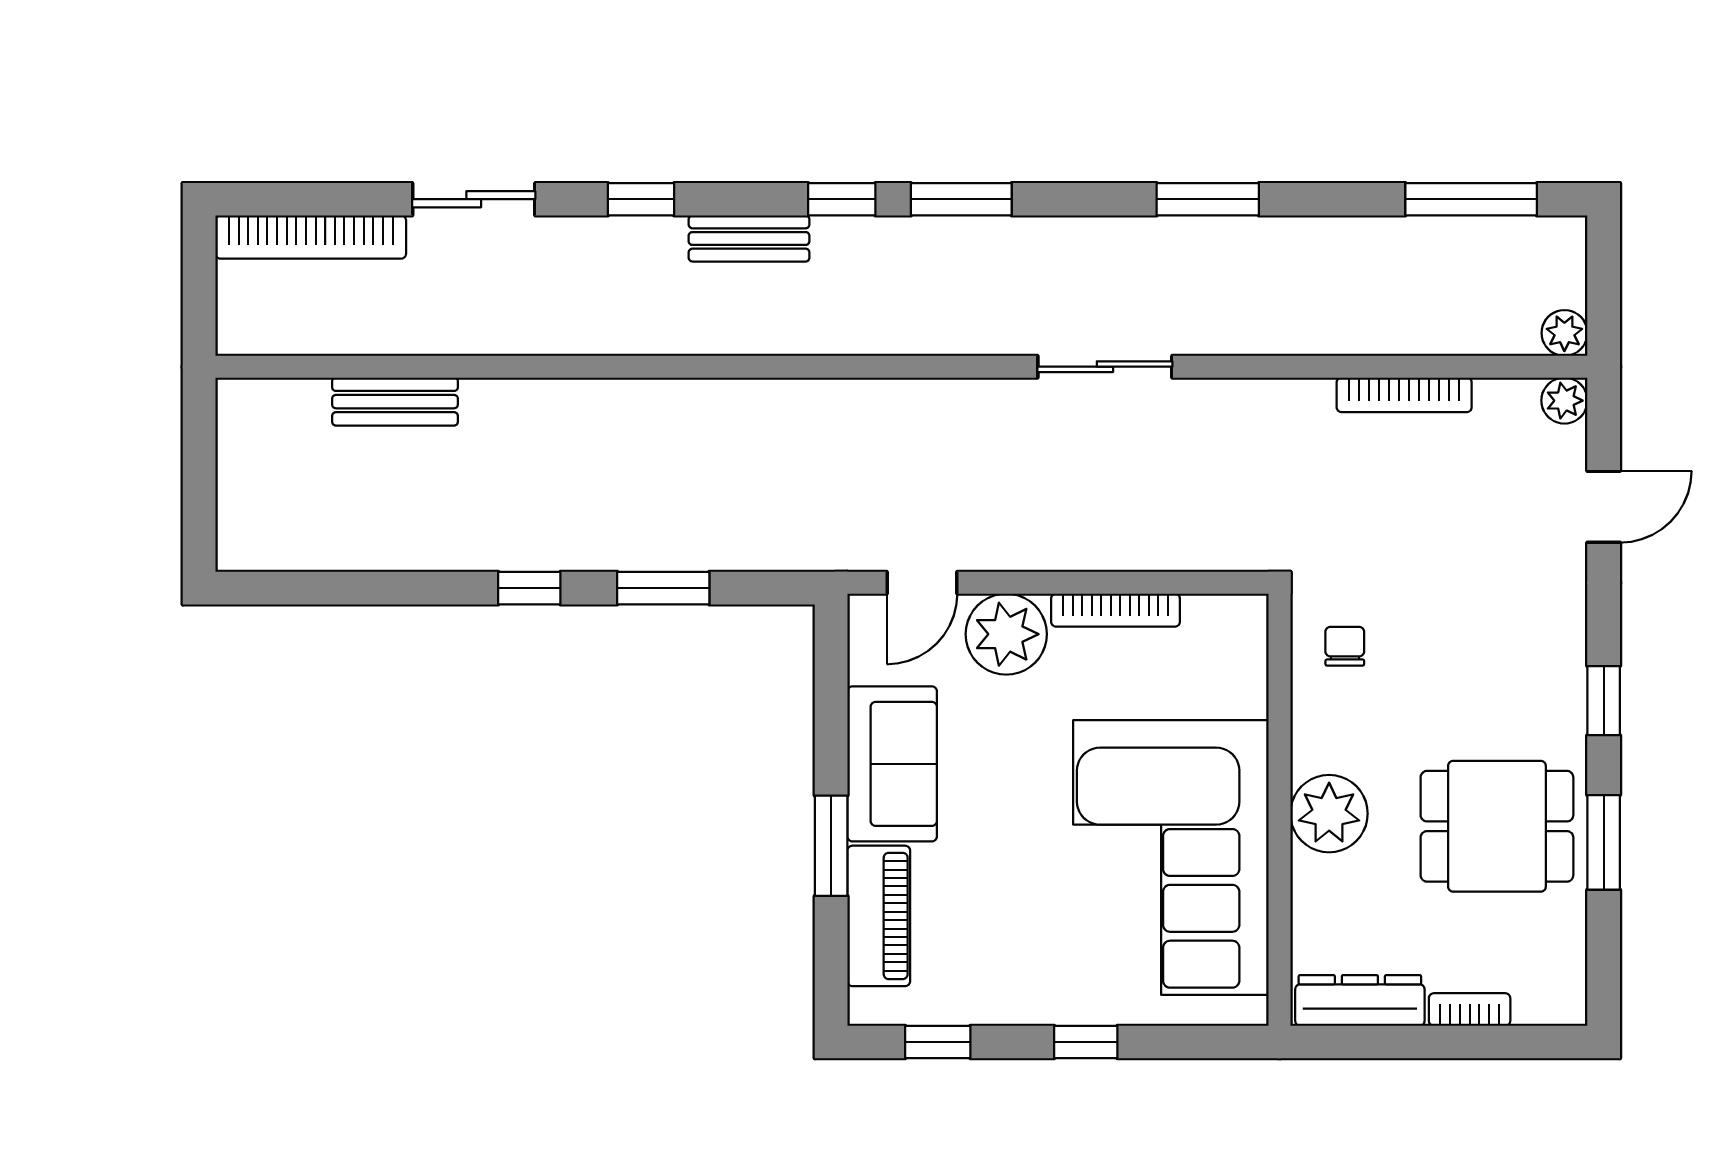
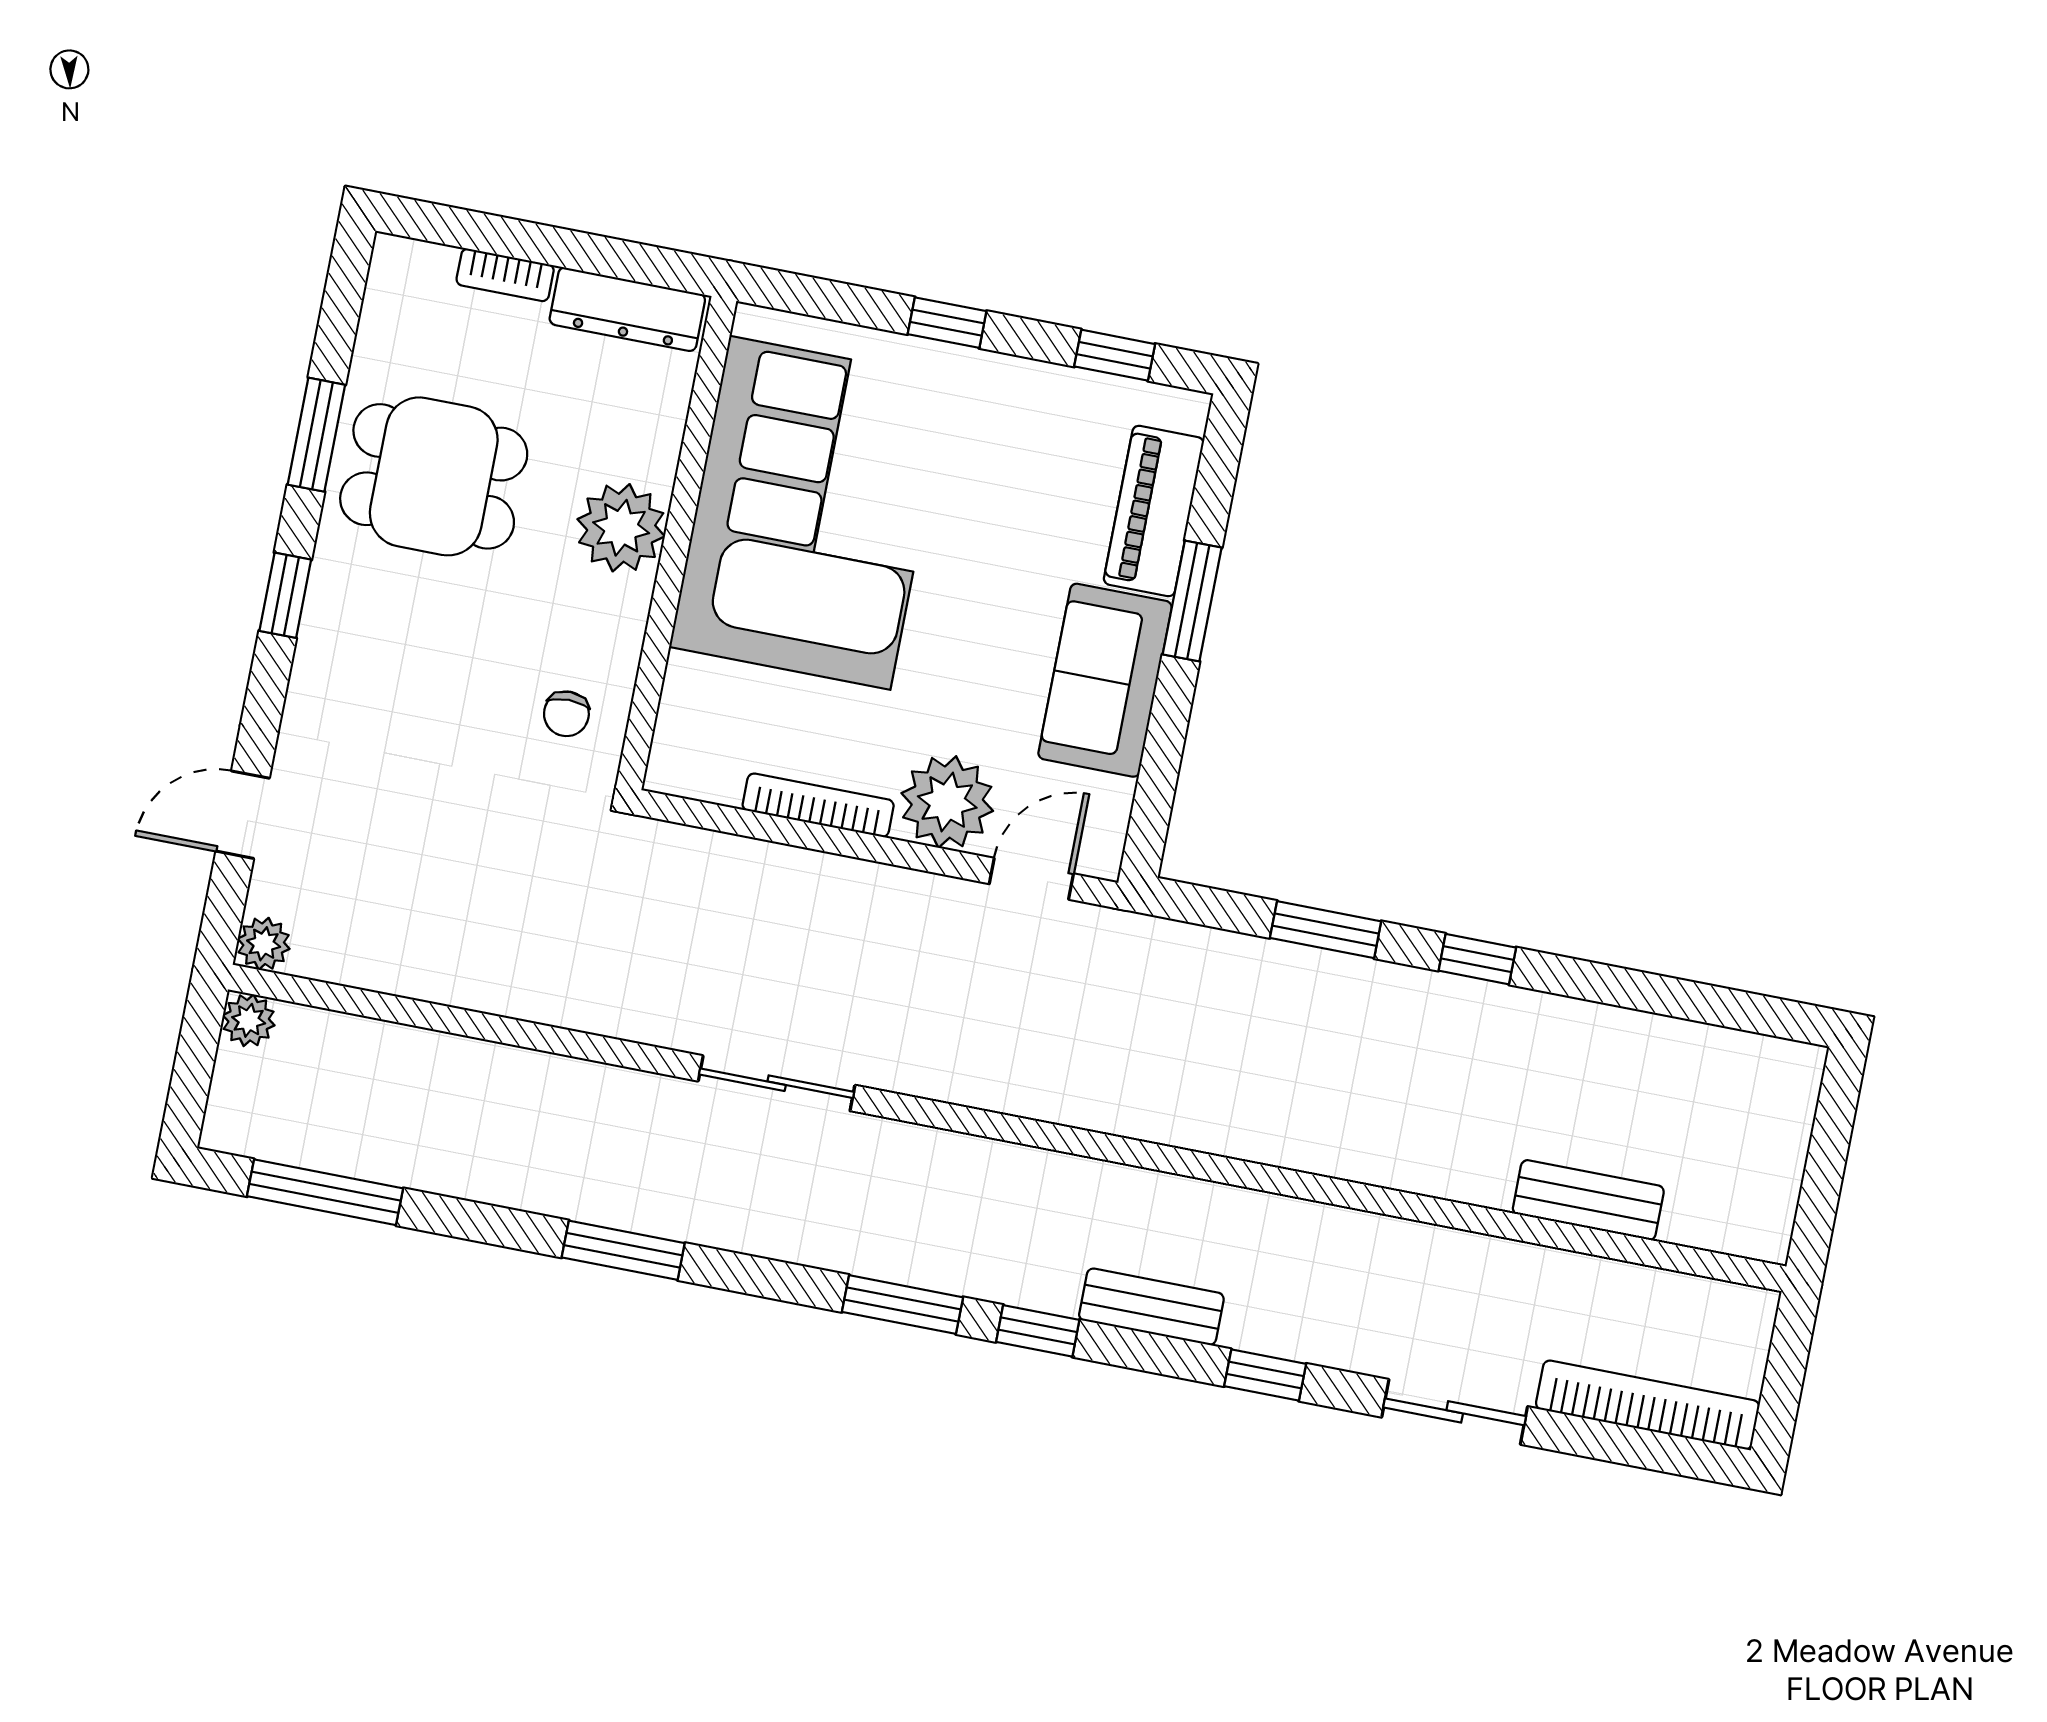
bookcase: (1404, 395) -> (444, 986), removed

